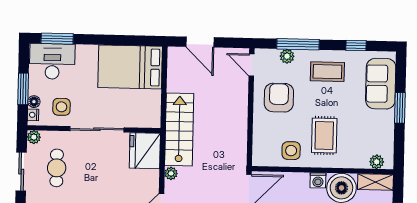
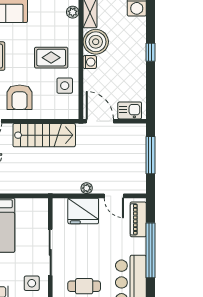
armchair: (279, 98) -> (20, 97), turned -90
stairs: (179, 129) -> (44, 135), moved, turned 180
fridge: (145, 151) -> (83, 211), moved

